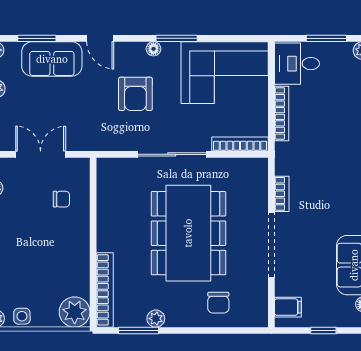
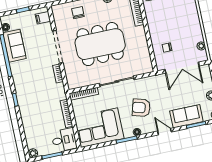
armchair: (135, 94) -> (141, 108), turned -74
double door: (41, 154) -> (182, 68), width x1.37
dining table: (188, 233) -> (100, 44), turned 90

